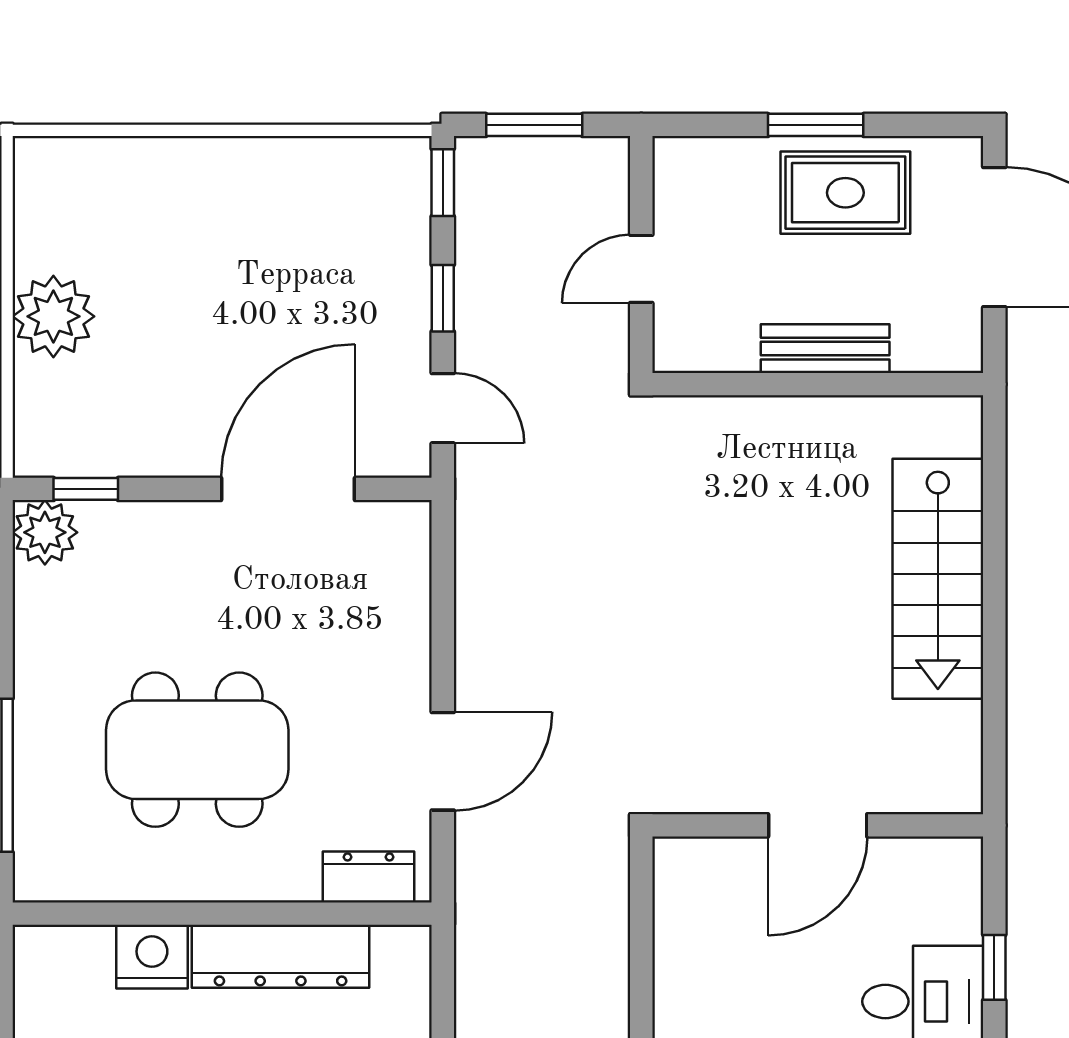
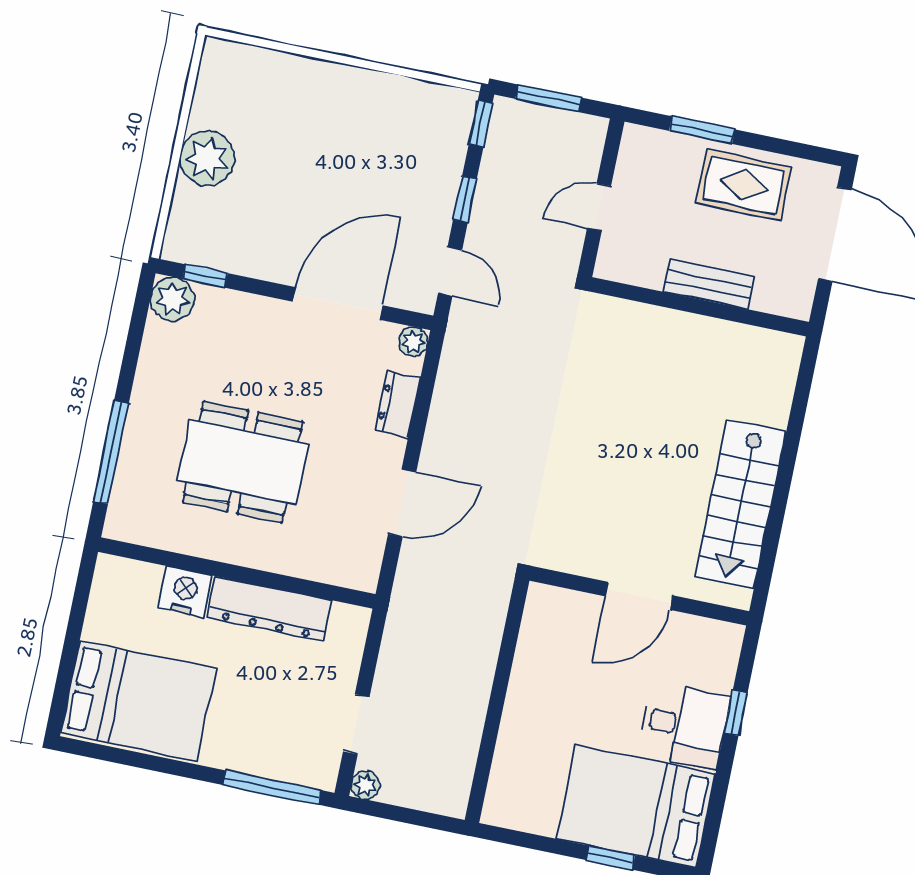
window: (816, 125) -> (702, 130), moved
plant: (410, 522) -> (413, 342), added
stairs: (938, 579) -> (740, 504), moved
dresser: (369, 877) -> (397, 404), moved, turned -90

